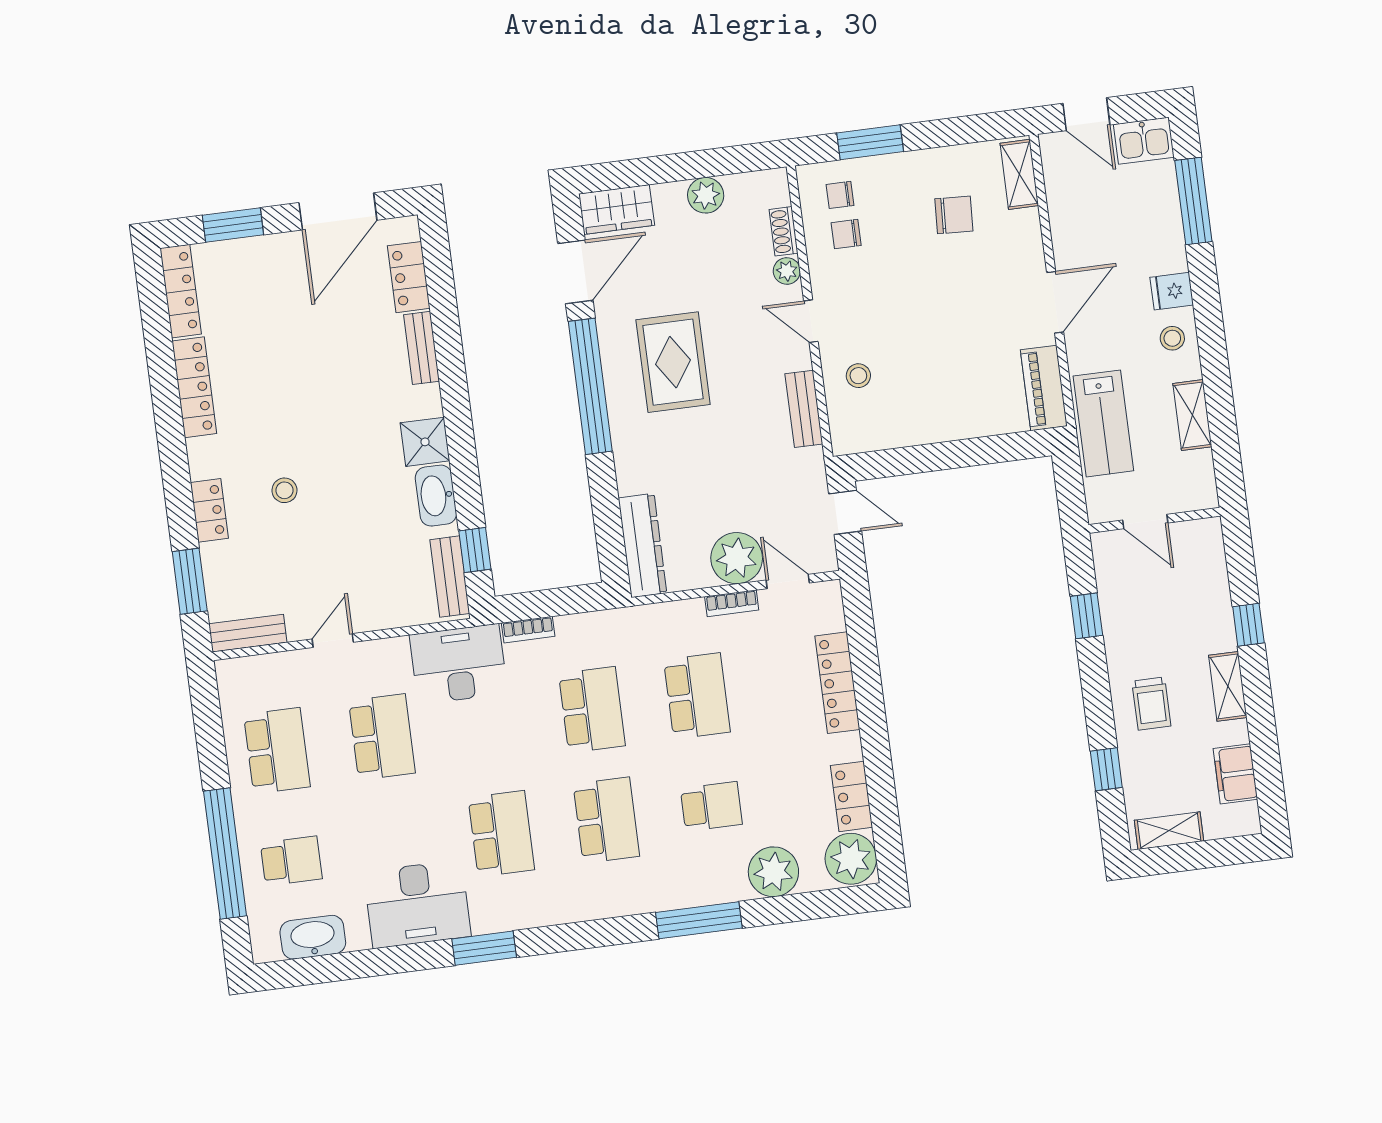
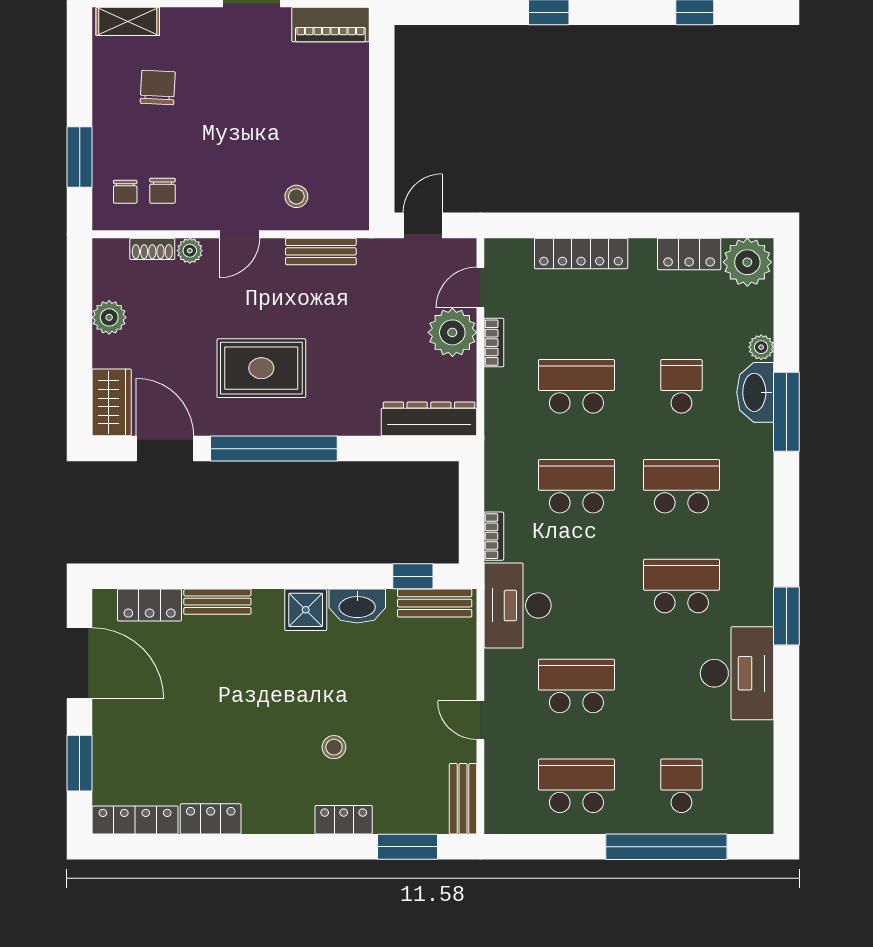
locker: (194, 387) -> (211, 819), width x0.66
plant: (773, 872) -> (761, 347), width x0.53, depth x0.53
washbasin: (313, 937) -> (755, 392), moved

